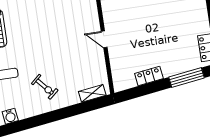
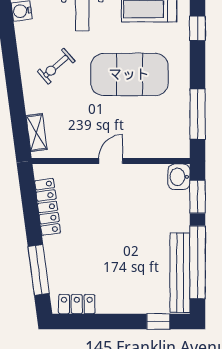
exercise mat: (43, 35) -> (129, 74), added
locker: (149, 76) -> (48, 207), width x1.53

